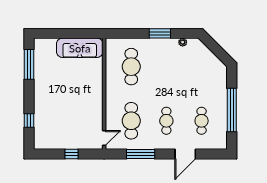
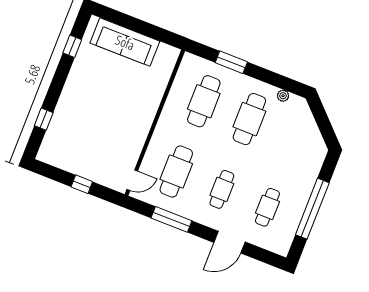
window: (160, 33) -> (231, 62), moved
sofa: (80, 48) -> (125, 42), moved
window: (29, 64) -> (72, 46), width x0.46
cafe table: (166, 67) -> (249, 119), added

